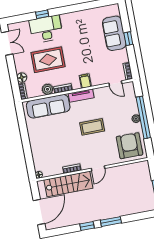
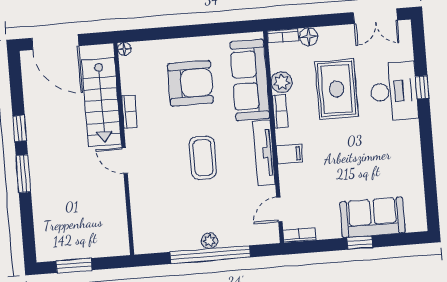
tv unit: (81, 96) -> (264, 153), width x1.41
armchair: (130, 146) -> (190, 83), moved

